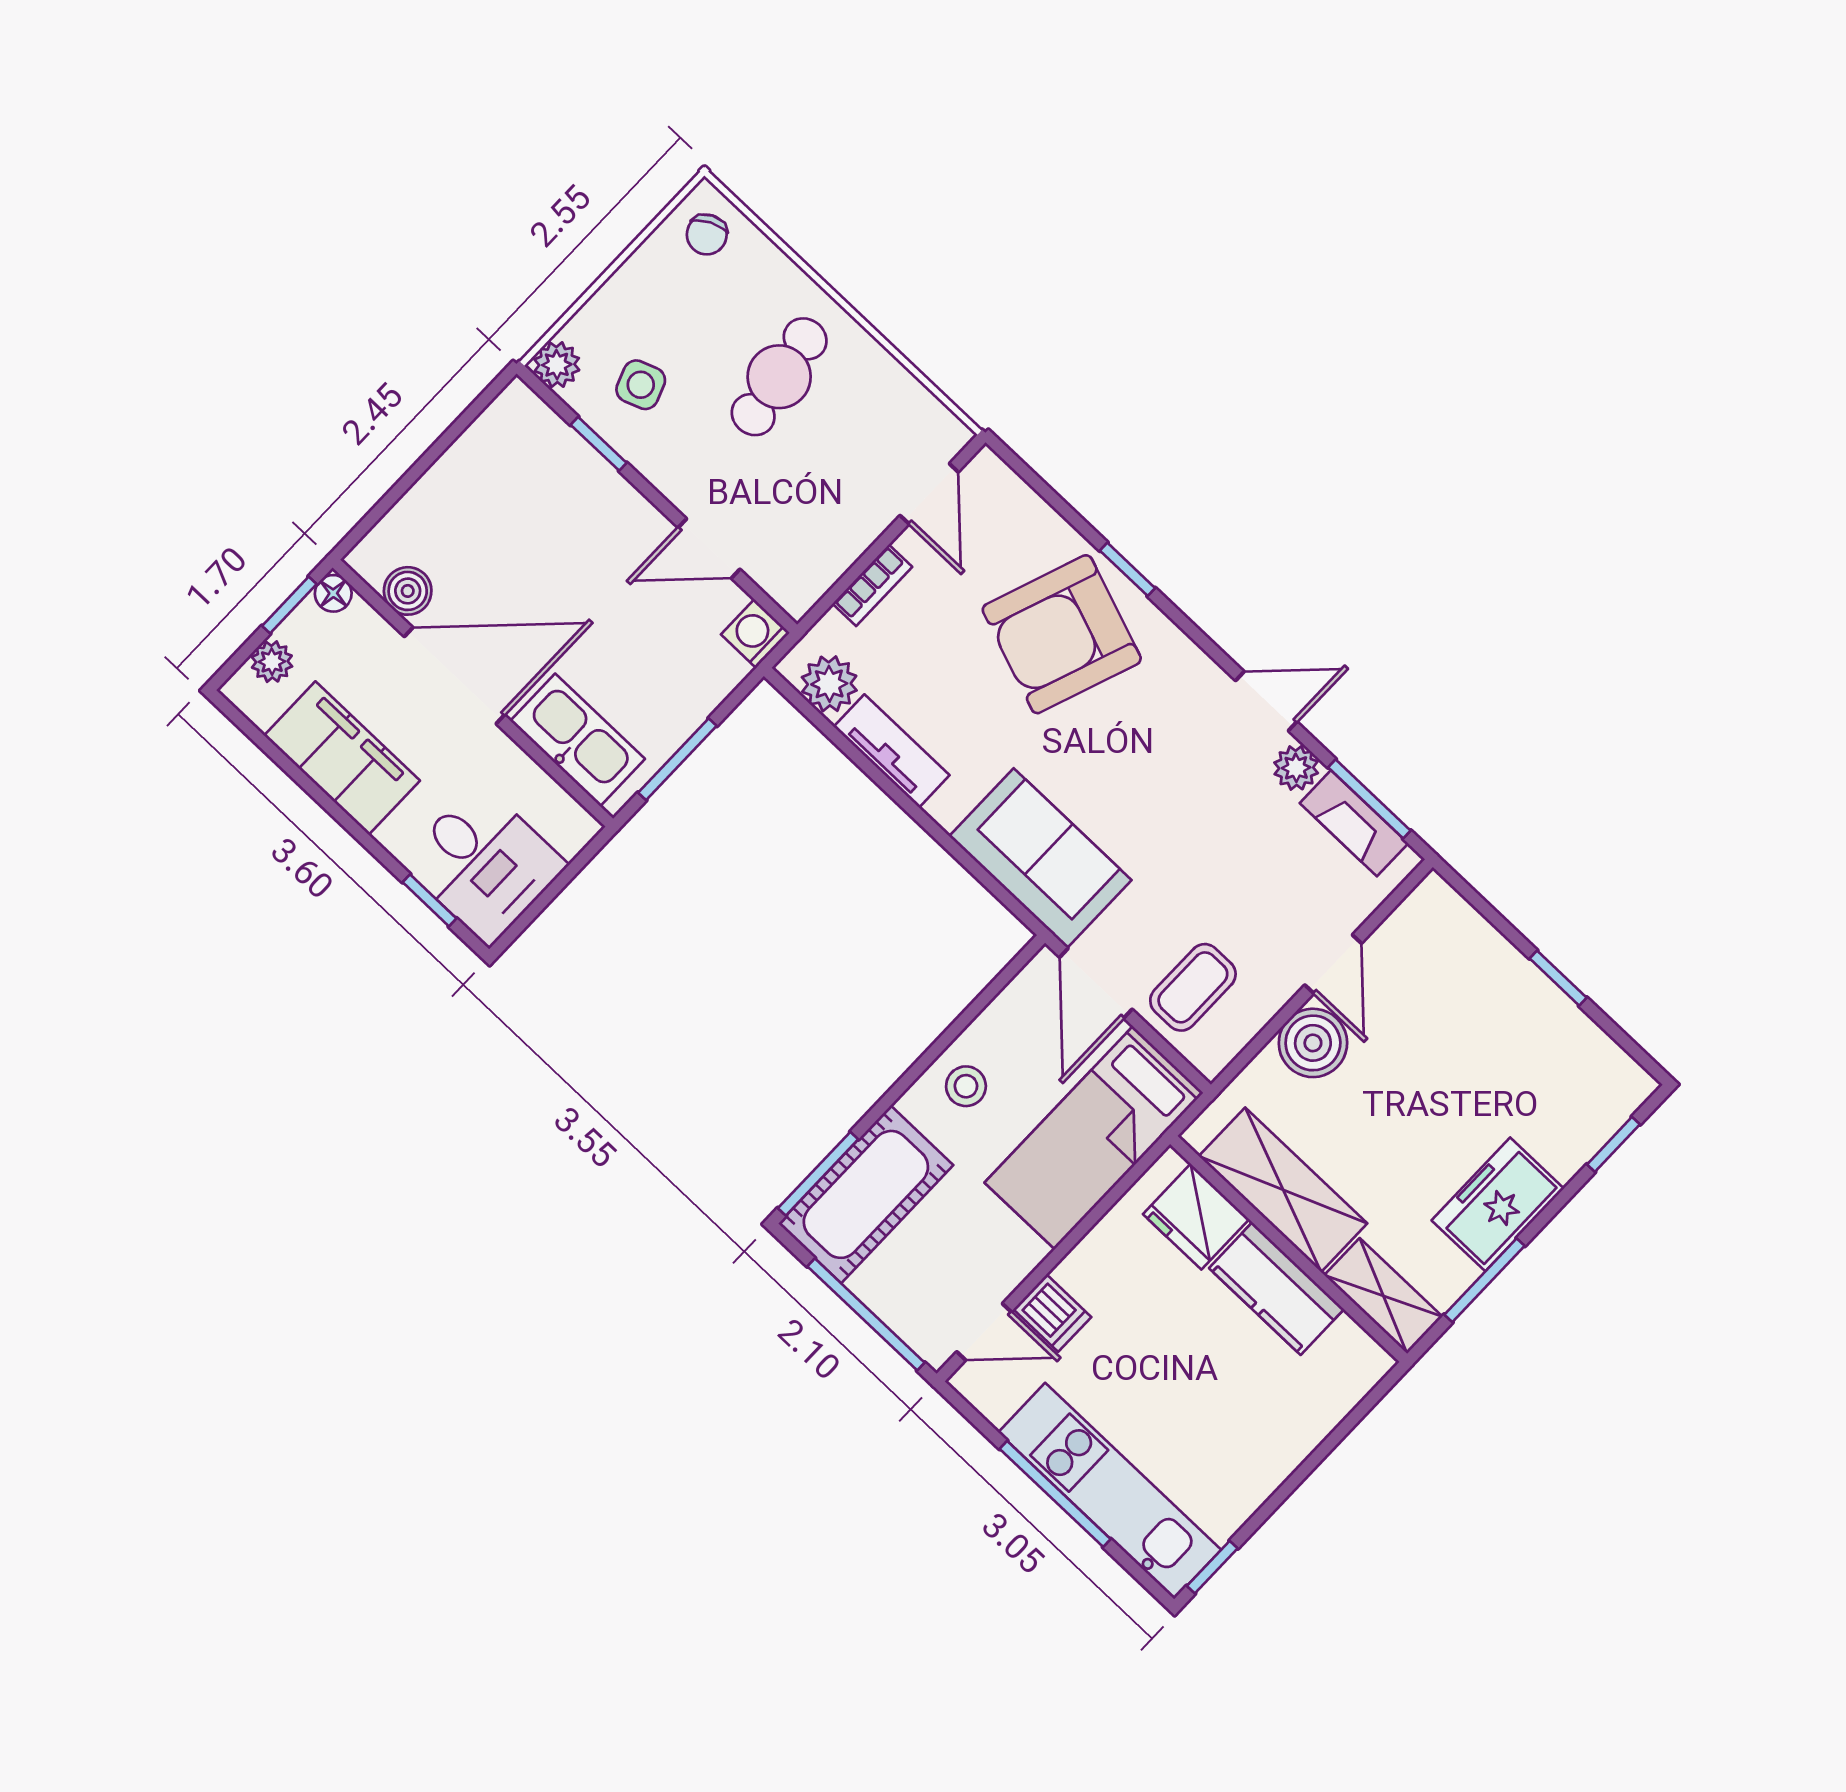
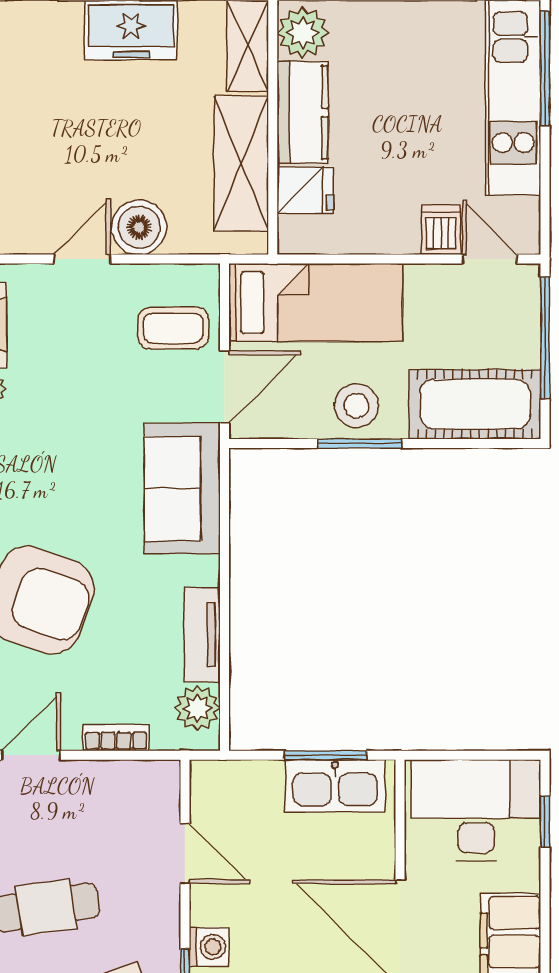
washing machine: (755, 634) -> (209, 947), moved, turned -90
kitchen sink: (578, 740) -> (335, 786), moved, turned -90
desk: (484, 864) -> (476, 810), width x1.37
stool: (966, 1086) -> (356, 406), width x1.37, depth x1.37
window: (818, 1174) -> (359, 443), moved
fridge: (1196, 1217) -> (305, 190), width x0.72
plant: (1348, 1357) -> (303, 33), added
window: (1055, 1494) -> (545, 68), moved

